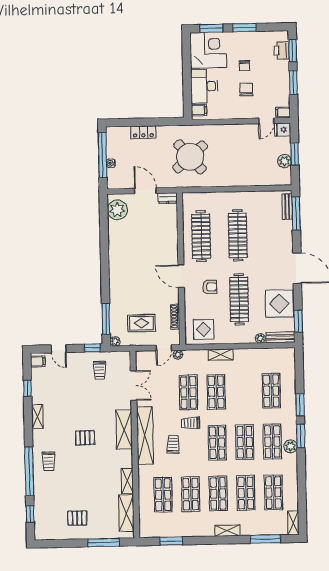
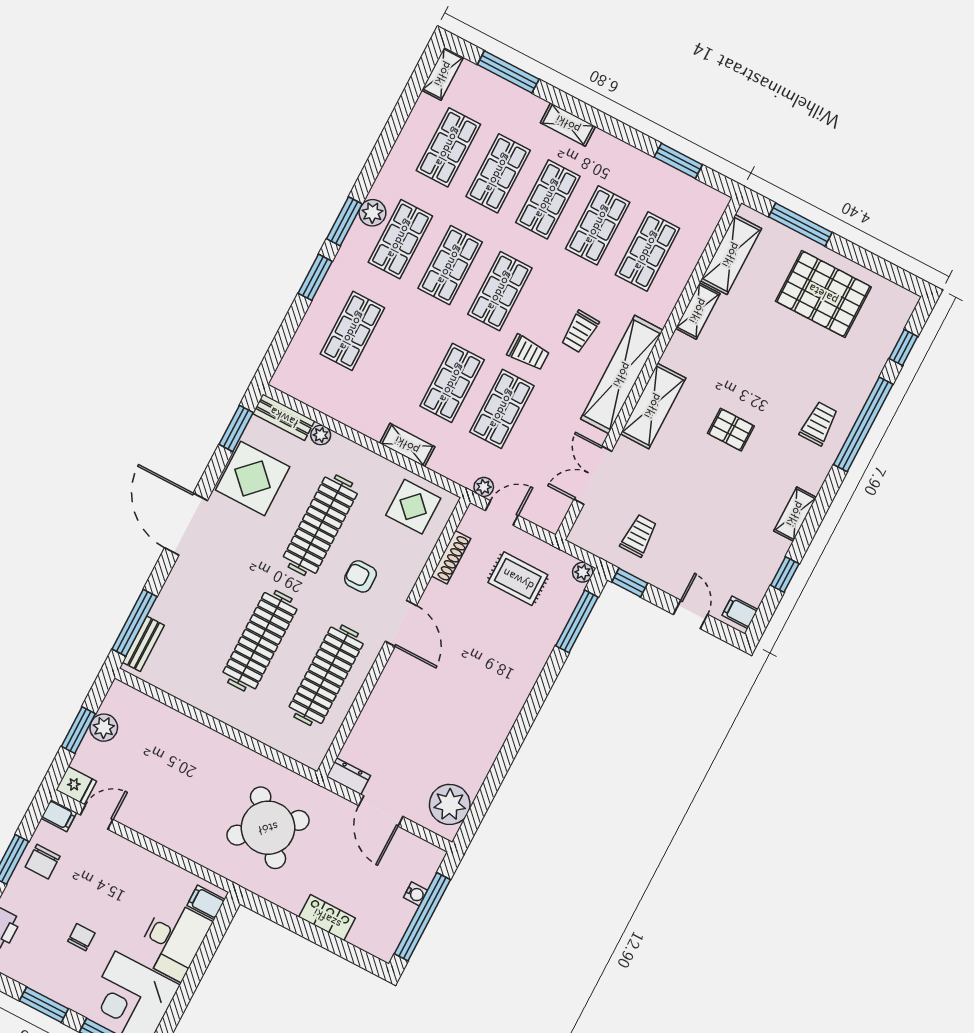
chair: (246, 90) -> (43, 862), moved
pallet: (77, 518) -> (823, 294), width x2.05, depth x2.00

